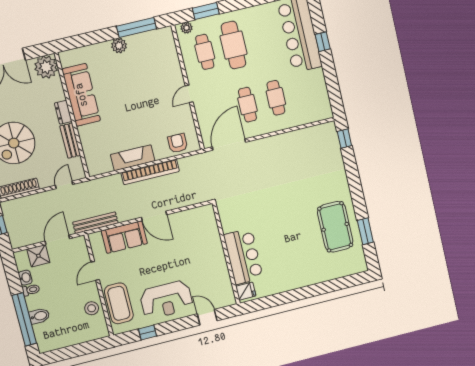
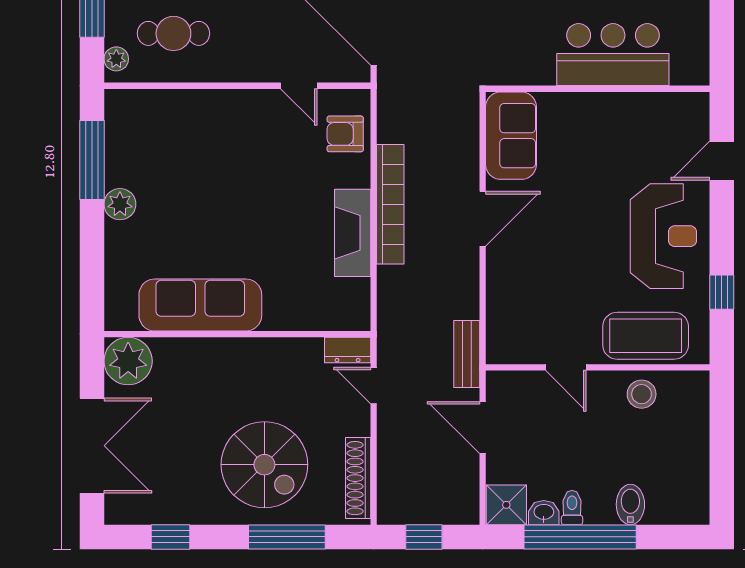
door: (189, 94) -> (299, 86), moved
dresser: (63, 112) -> (348, 350), moved
bench: (70, 141) -> (287, 350), removed
bench: (95, 223) -> (467, 354), width x0.73
sofa: (124, 237) -> (511, 136), moved
shower: (38, 256) -> (506, 505), moved
fridge: (246, 291) -> (687, 67), removed
window: (24, 319) -> (580, 537), moved

